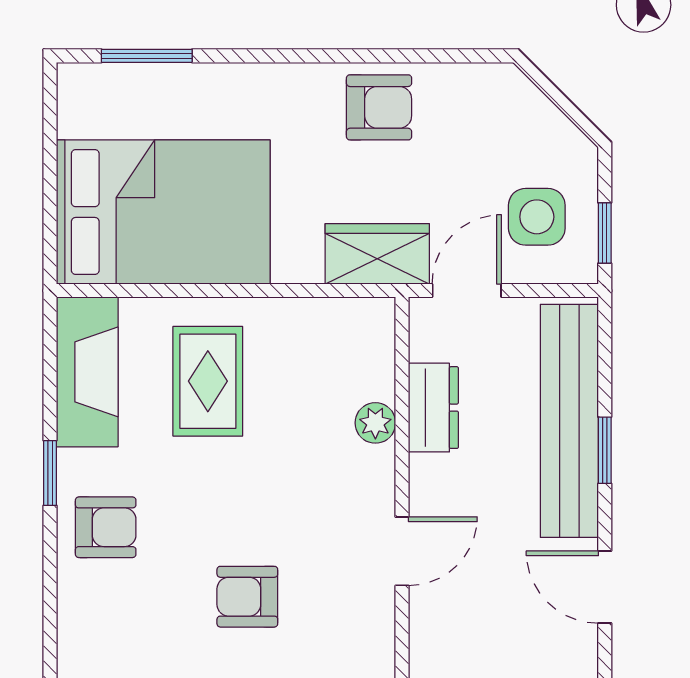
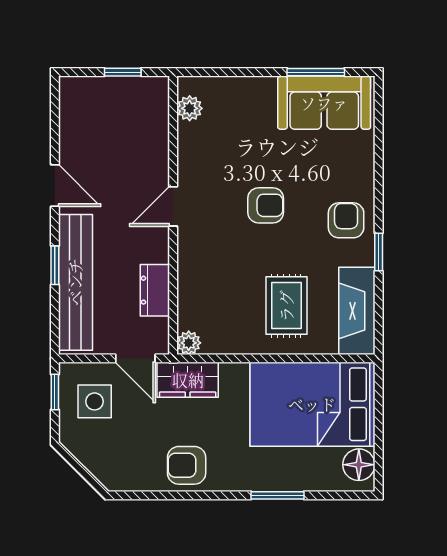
window: (147, 56) -> (277, 495), moved
floor lamp: (84, 108) -> (359, 465), added
door: (467, 291) -> (135, 358), hinge flipped
plant: (375, 423) -> (189, 343), moved
armchair: (106, 527) -> (346, 220), turned 90
armchair: (247, 597) -> (266, 205), moved

